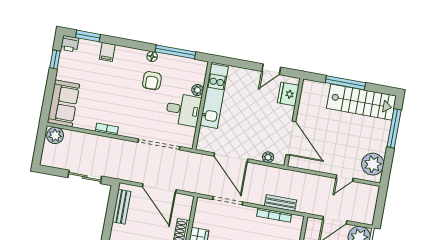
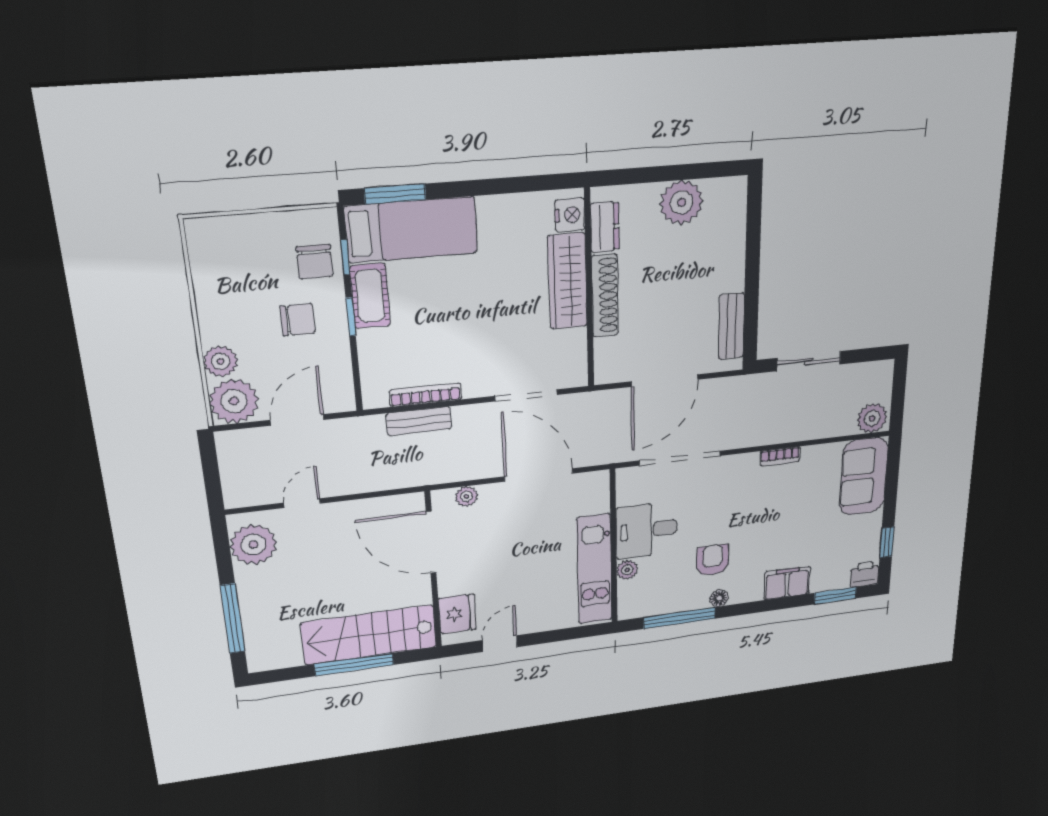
filing cabinet: (107, 52) -> (787, 583), width x2.00
stairs: (361, 102) -> (369, 635), moved
door: (159, 188) -> (665, 381), swing flipped

